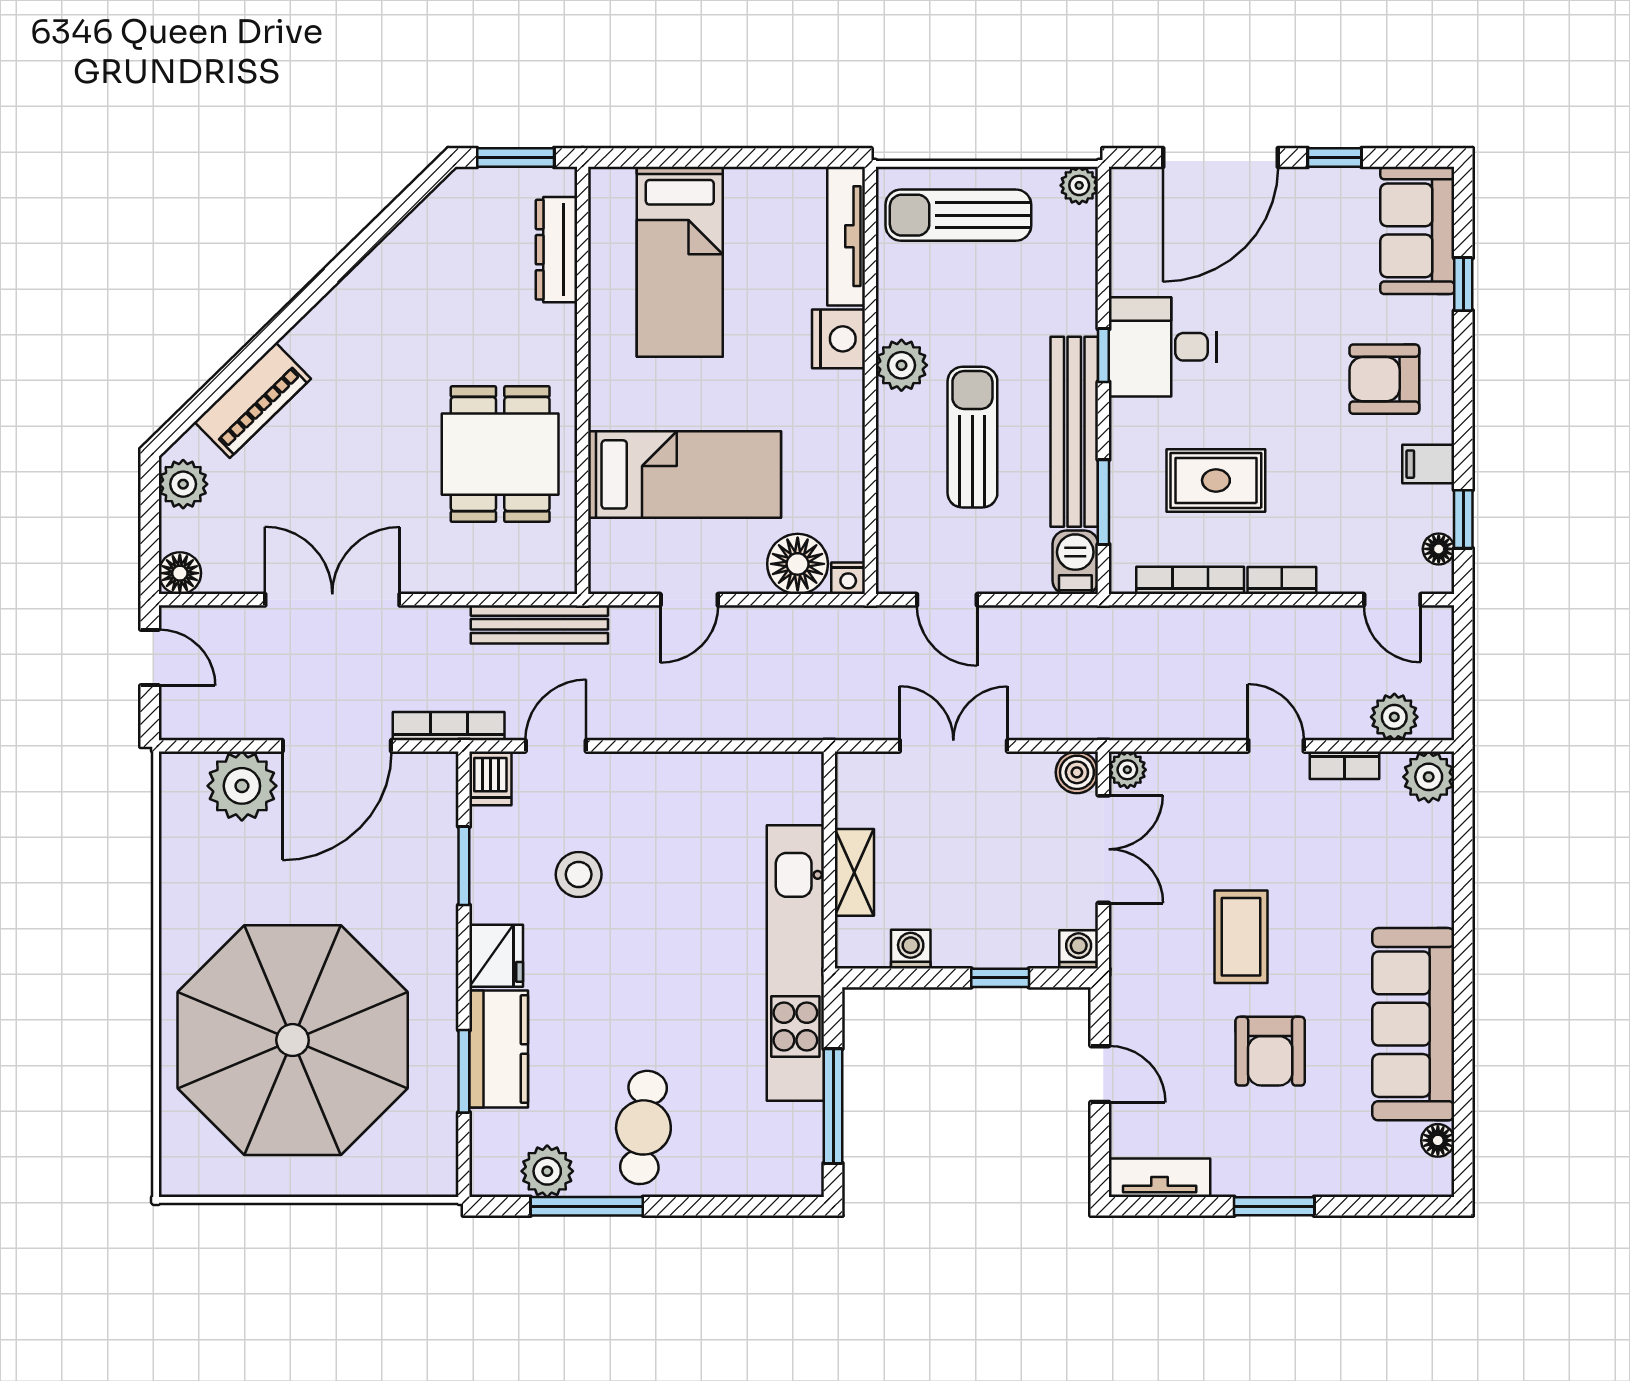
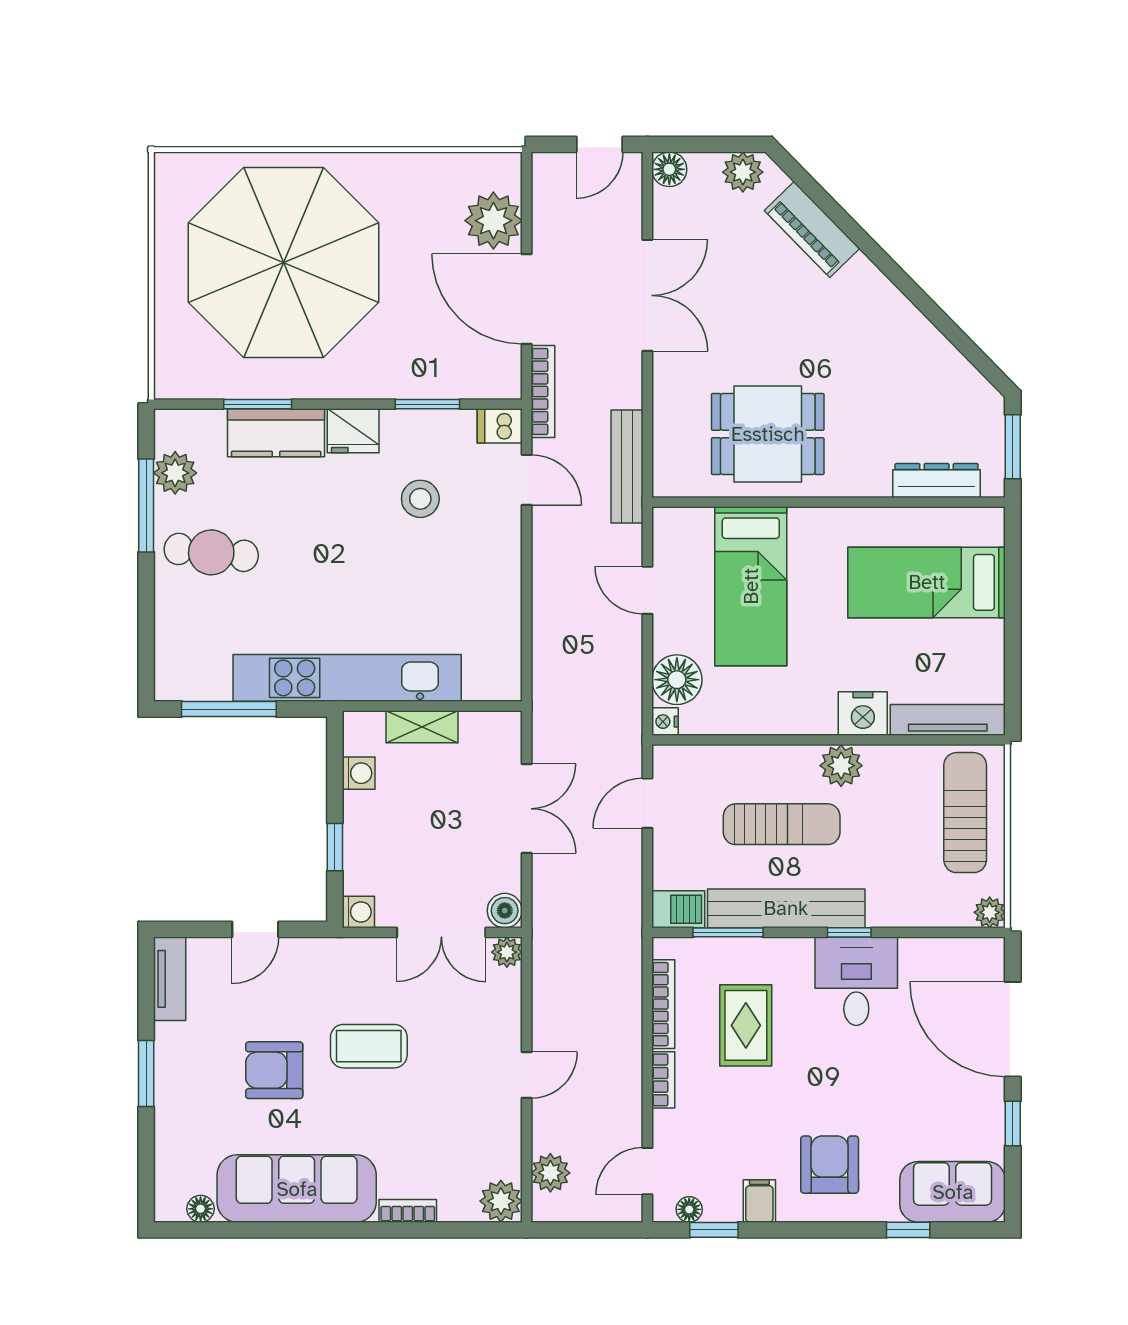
bookcase: (1344, 765) -> (408, 1211), moved, turned 90

